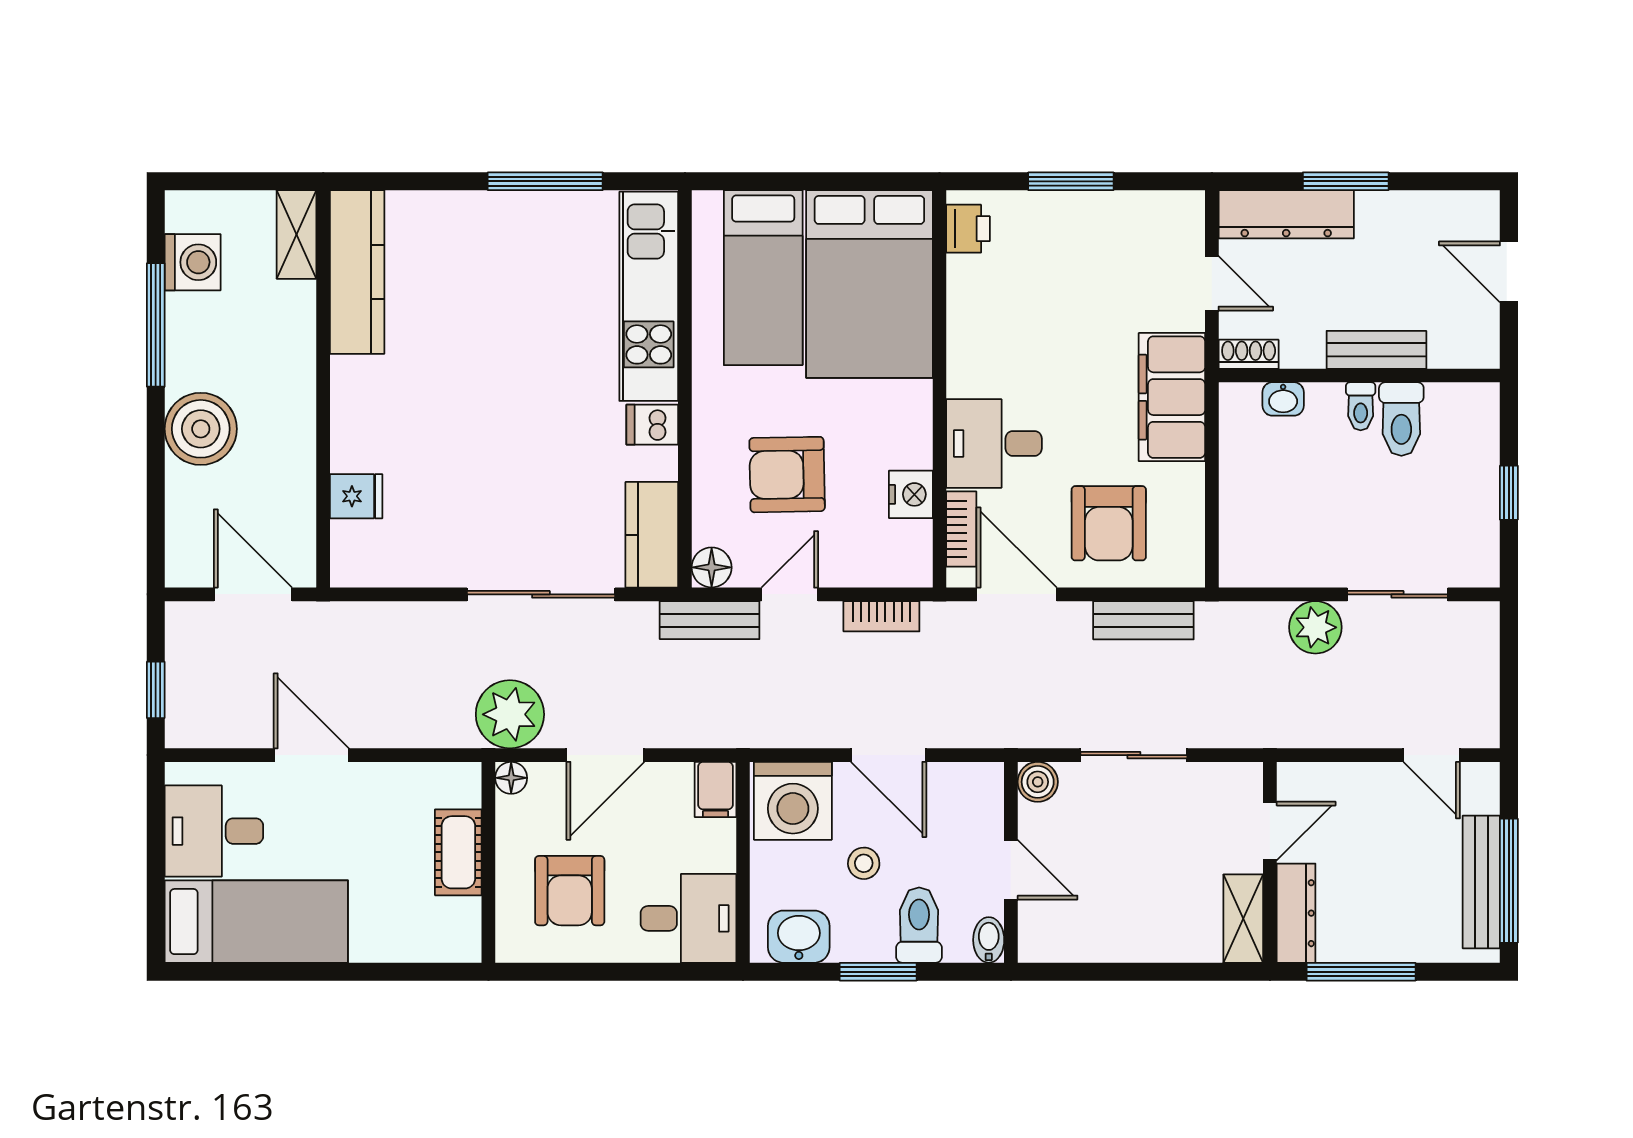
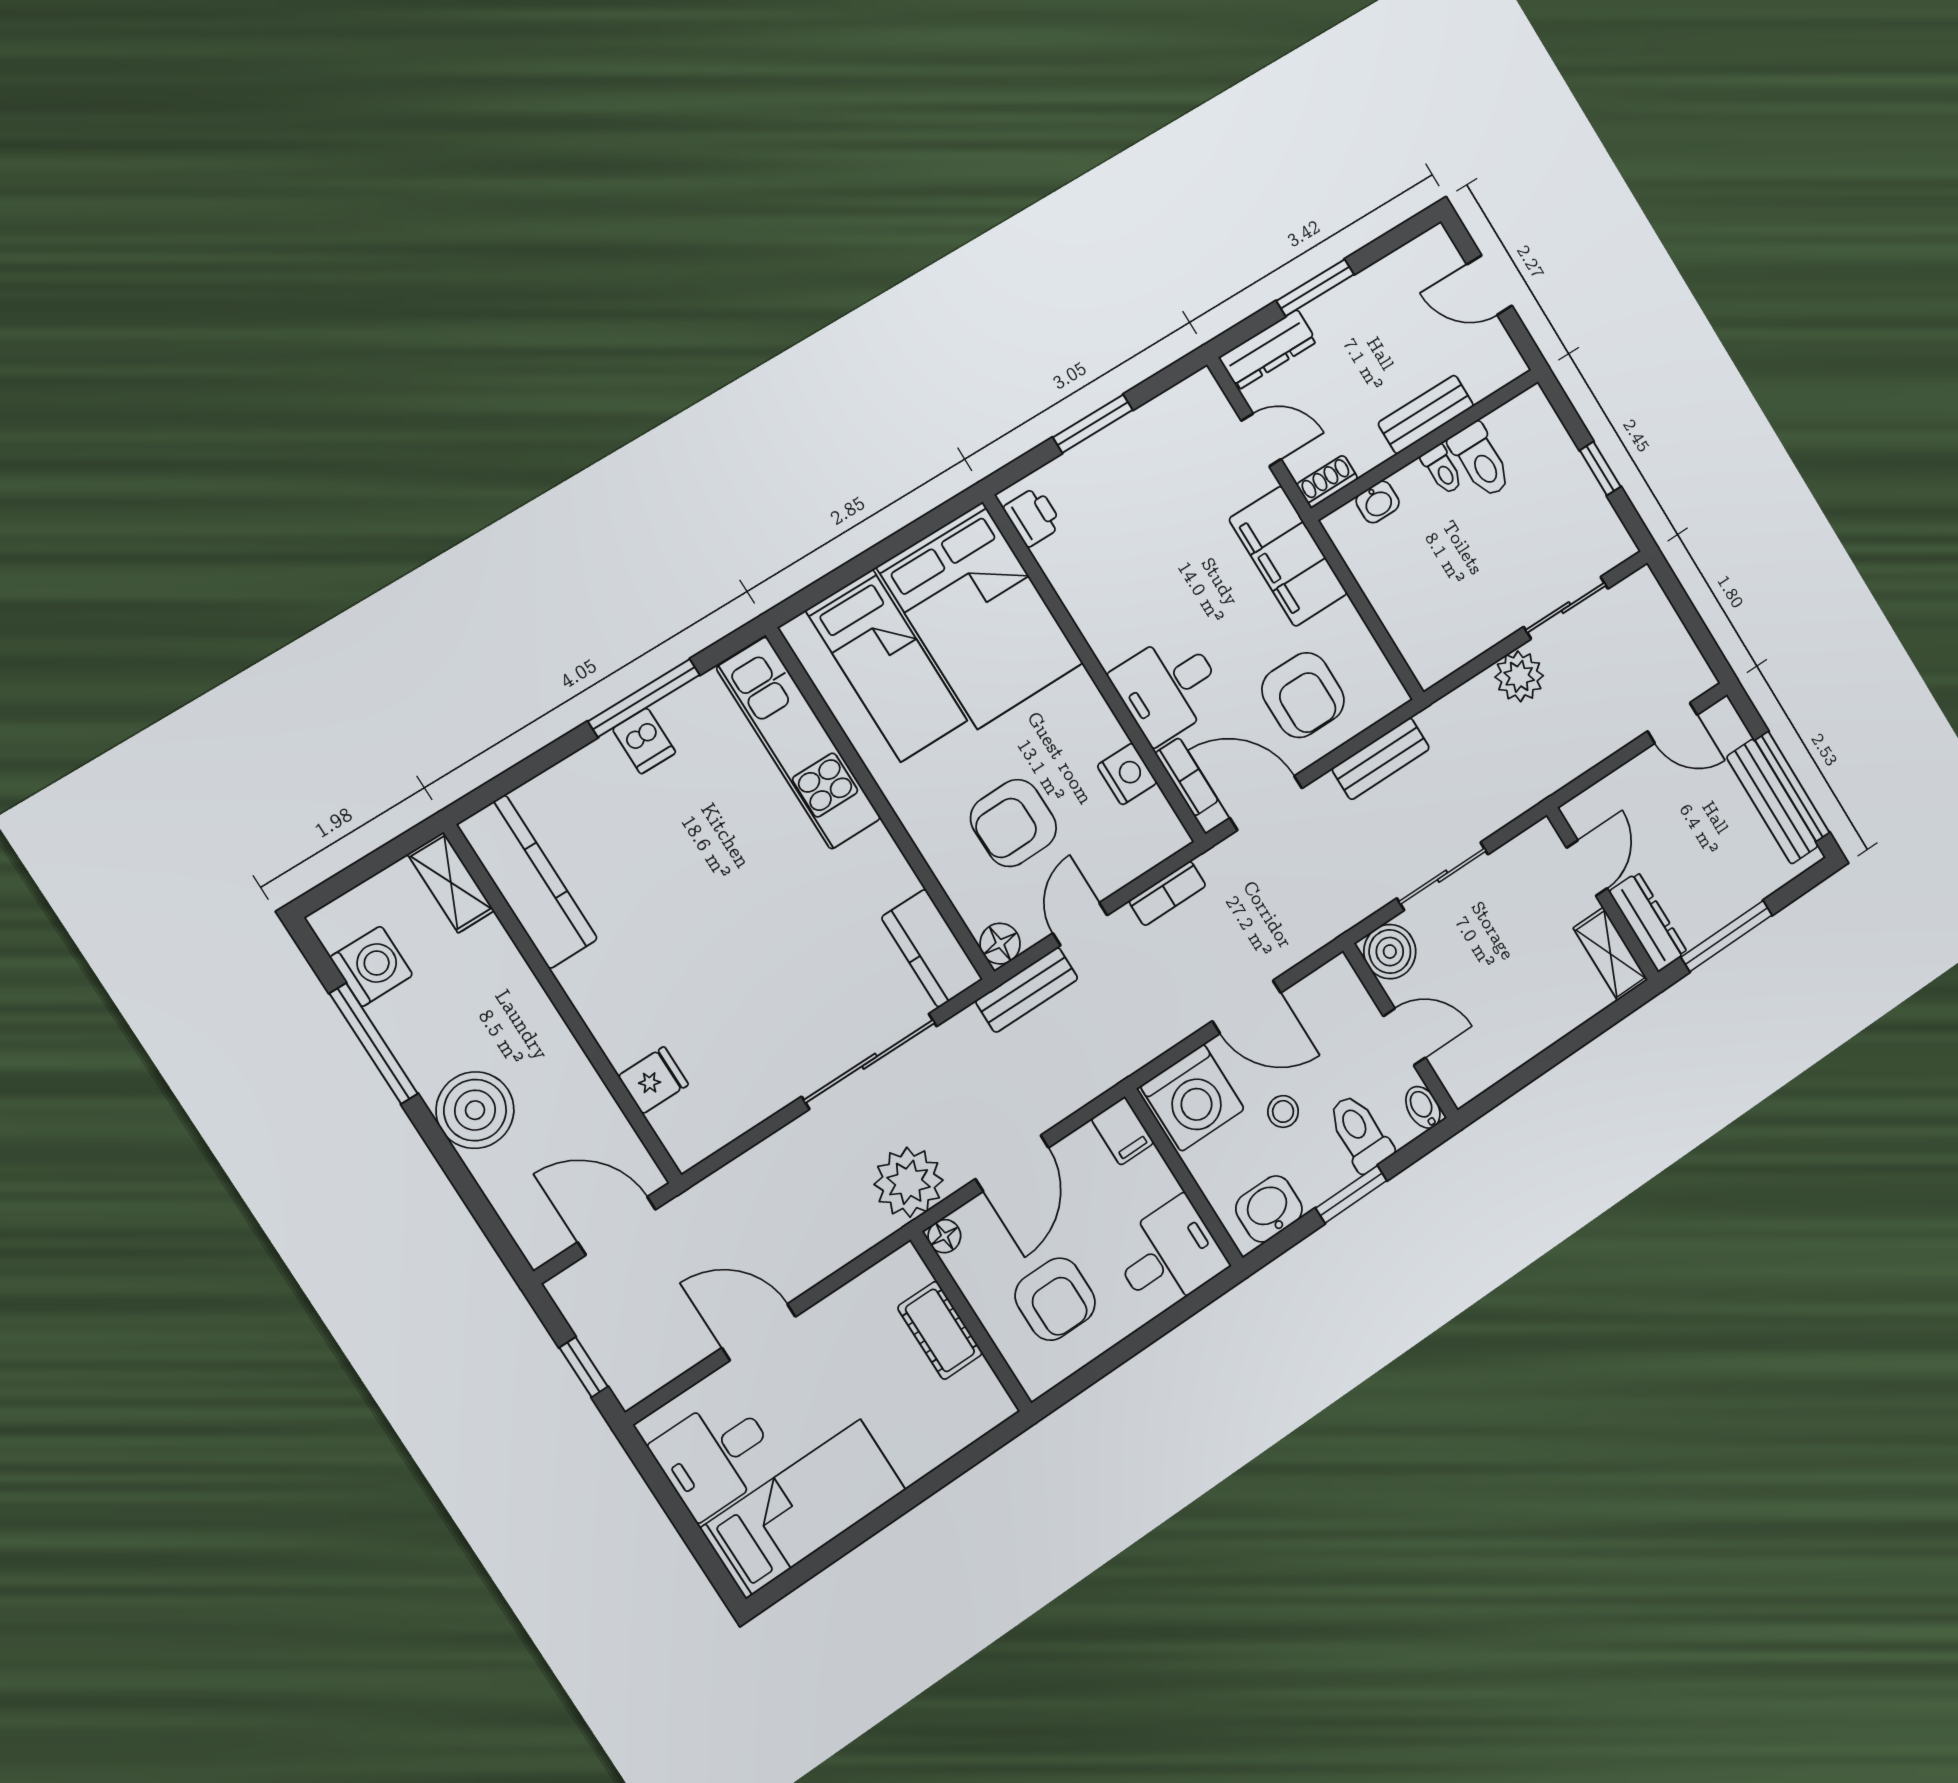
dresser: (1286, 214) -> (1268, 350), width x0.73, depth x0.80
dishwasher: (652, 425) -> (644, 741), moved, turned -90
boiler: (1038, 782) -> (1390, 952), width x1.36, depth x1.36

